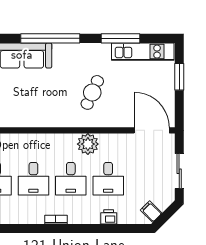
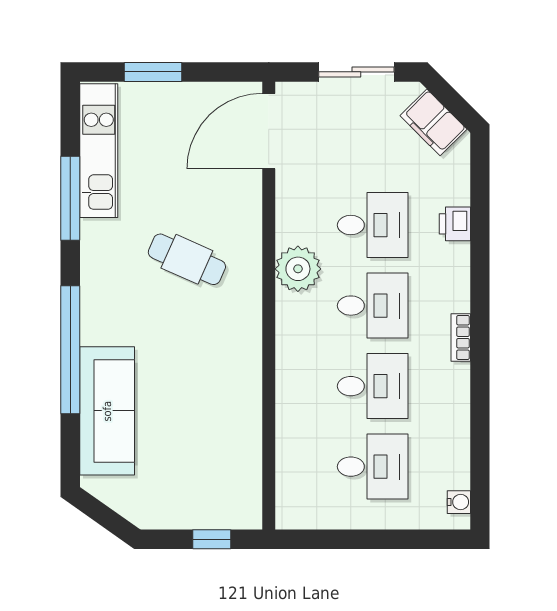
filing cabinet: (151, 212) -> (433, 122), width x2.00

